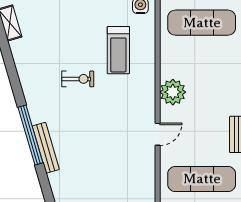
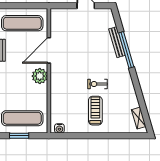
treadmill: (118, 50) -> (95, 111), moved
door: (158, 134) -> (49, 50), width x1.88

